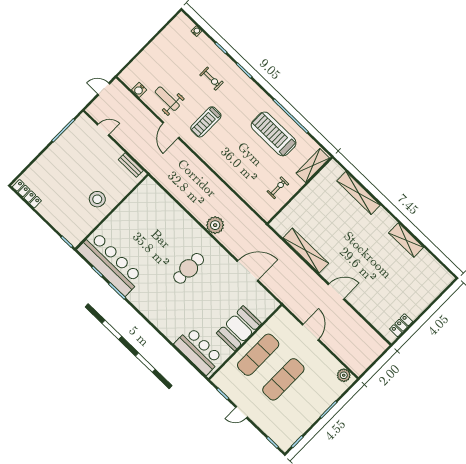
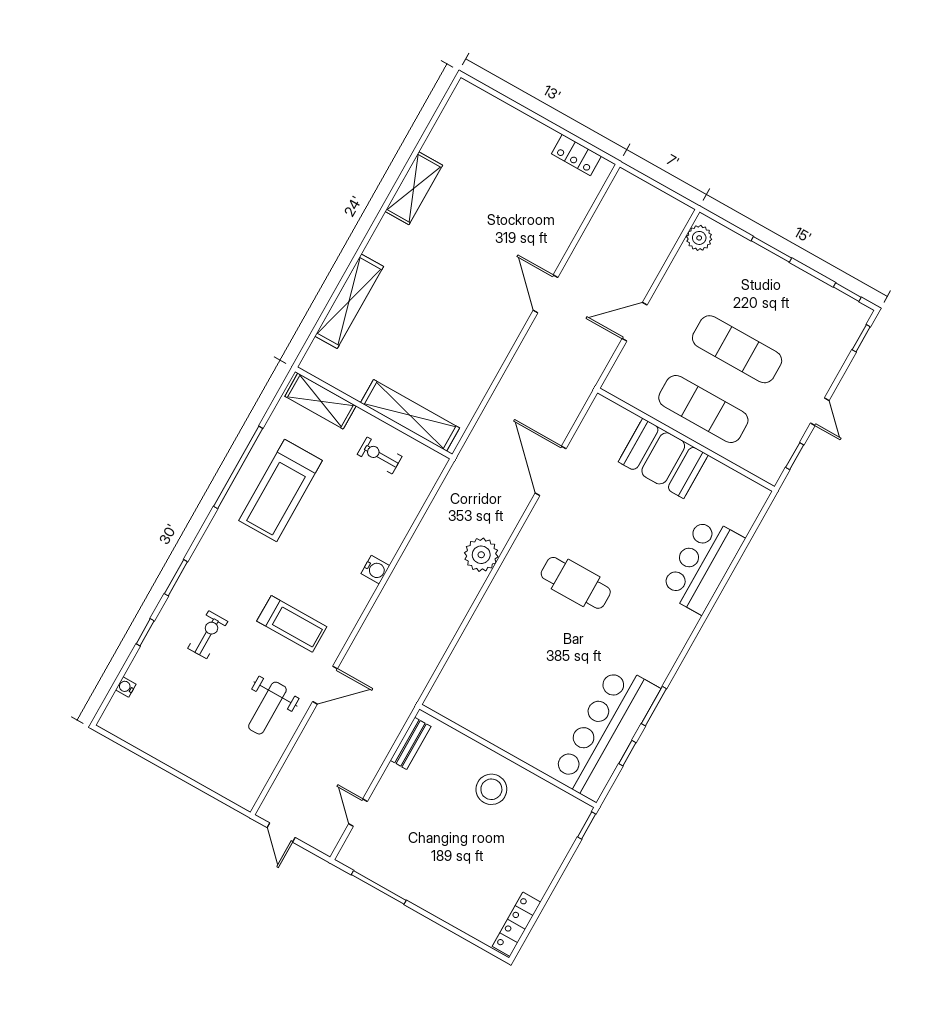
water cooler: (139, 90) -> (375, 570), moved
shelving: (306, 251) -> (410, 415), moved, turned 90
bar counter: (199, 351) -> (702, 565), moved

